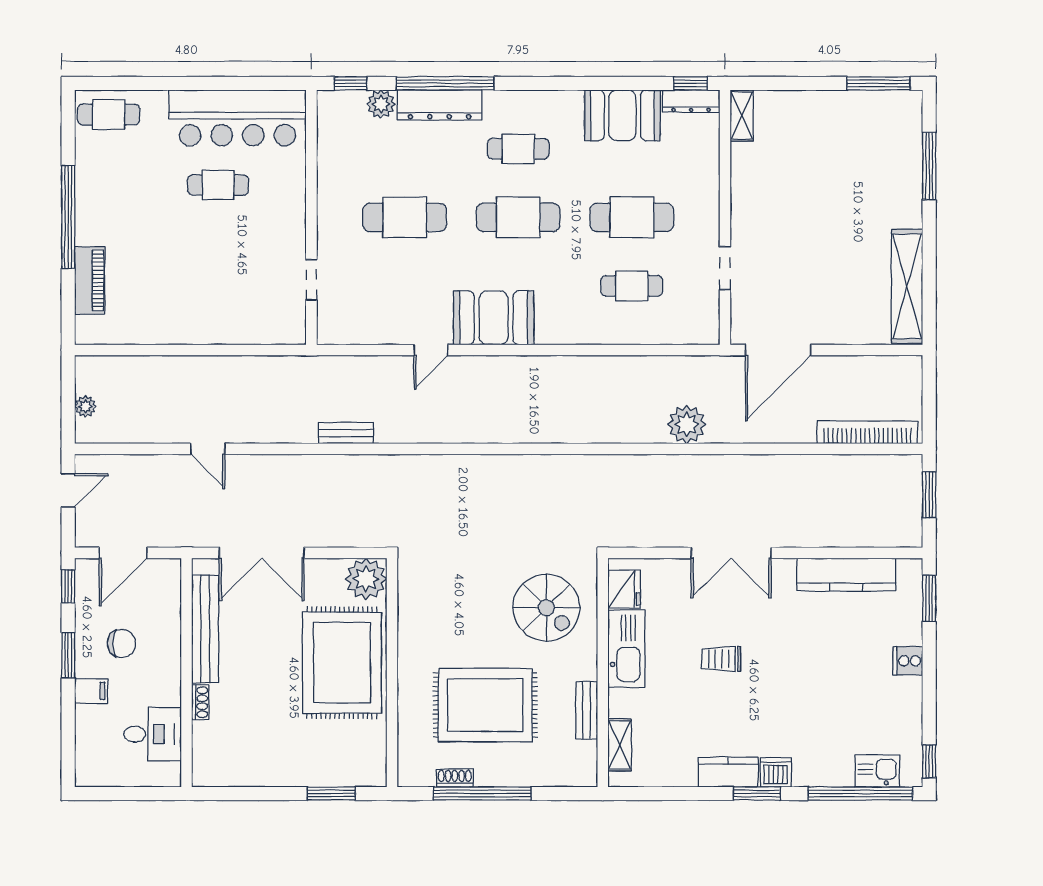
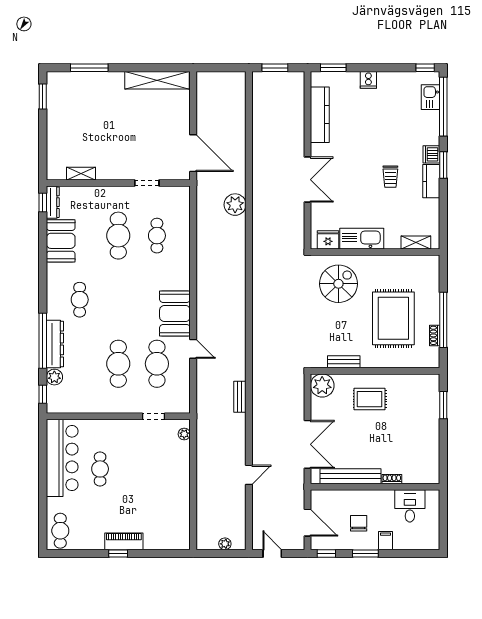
window: (878, 83) -> (43, 96), width x0.69
shelving: (742, 115) -> (81, 174), moved
window: (68, 217) -> (118, 554), width x0.32
cafe table: (518, 217) -> (157, 364), moved
piano: (90, 280) -> (124, 541), moved
plant: (280, 334) -> (184, 434), added
bookcase: (867, 432) -> (240, 103), removed
trolley: (721, 659) -> (390, 177), moved
rug: (342, 663) -> (370, 399), width x0.54, depth x0.49
bench: (587, 710) -> (344, 362), moved

